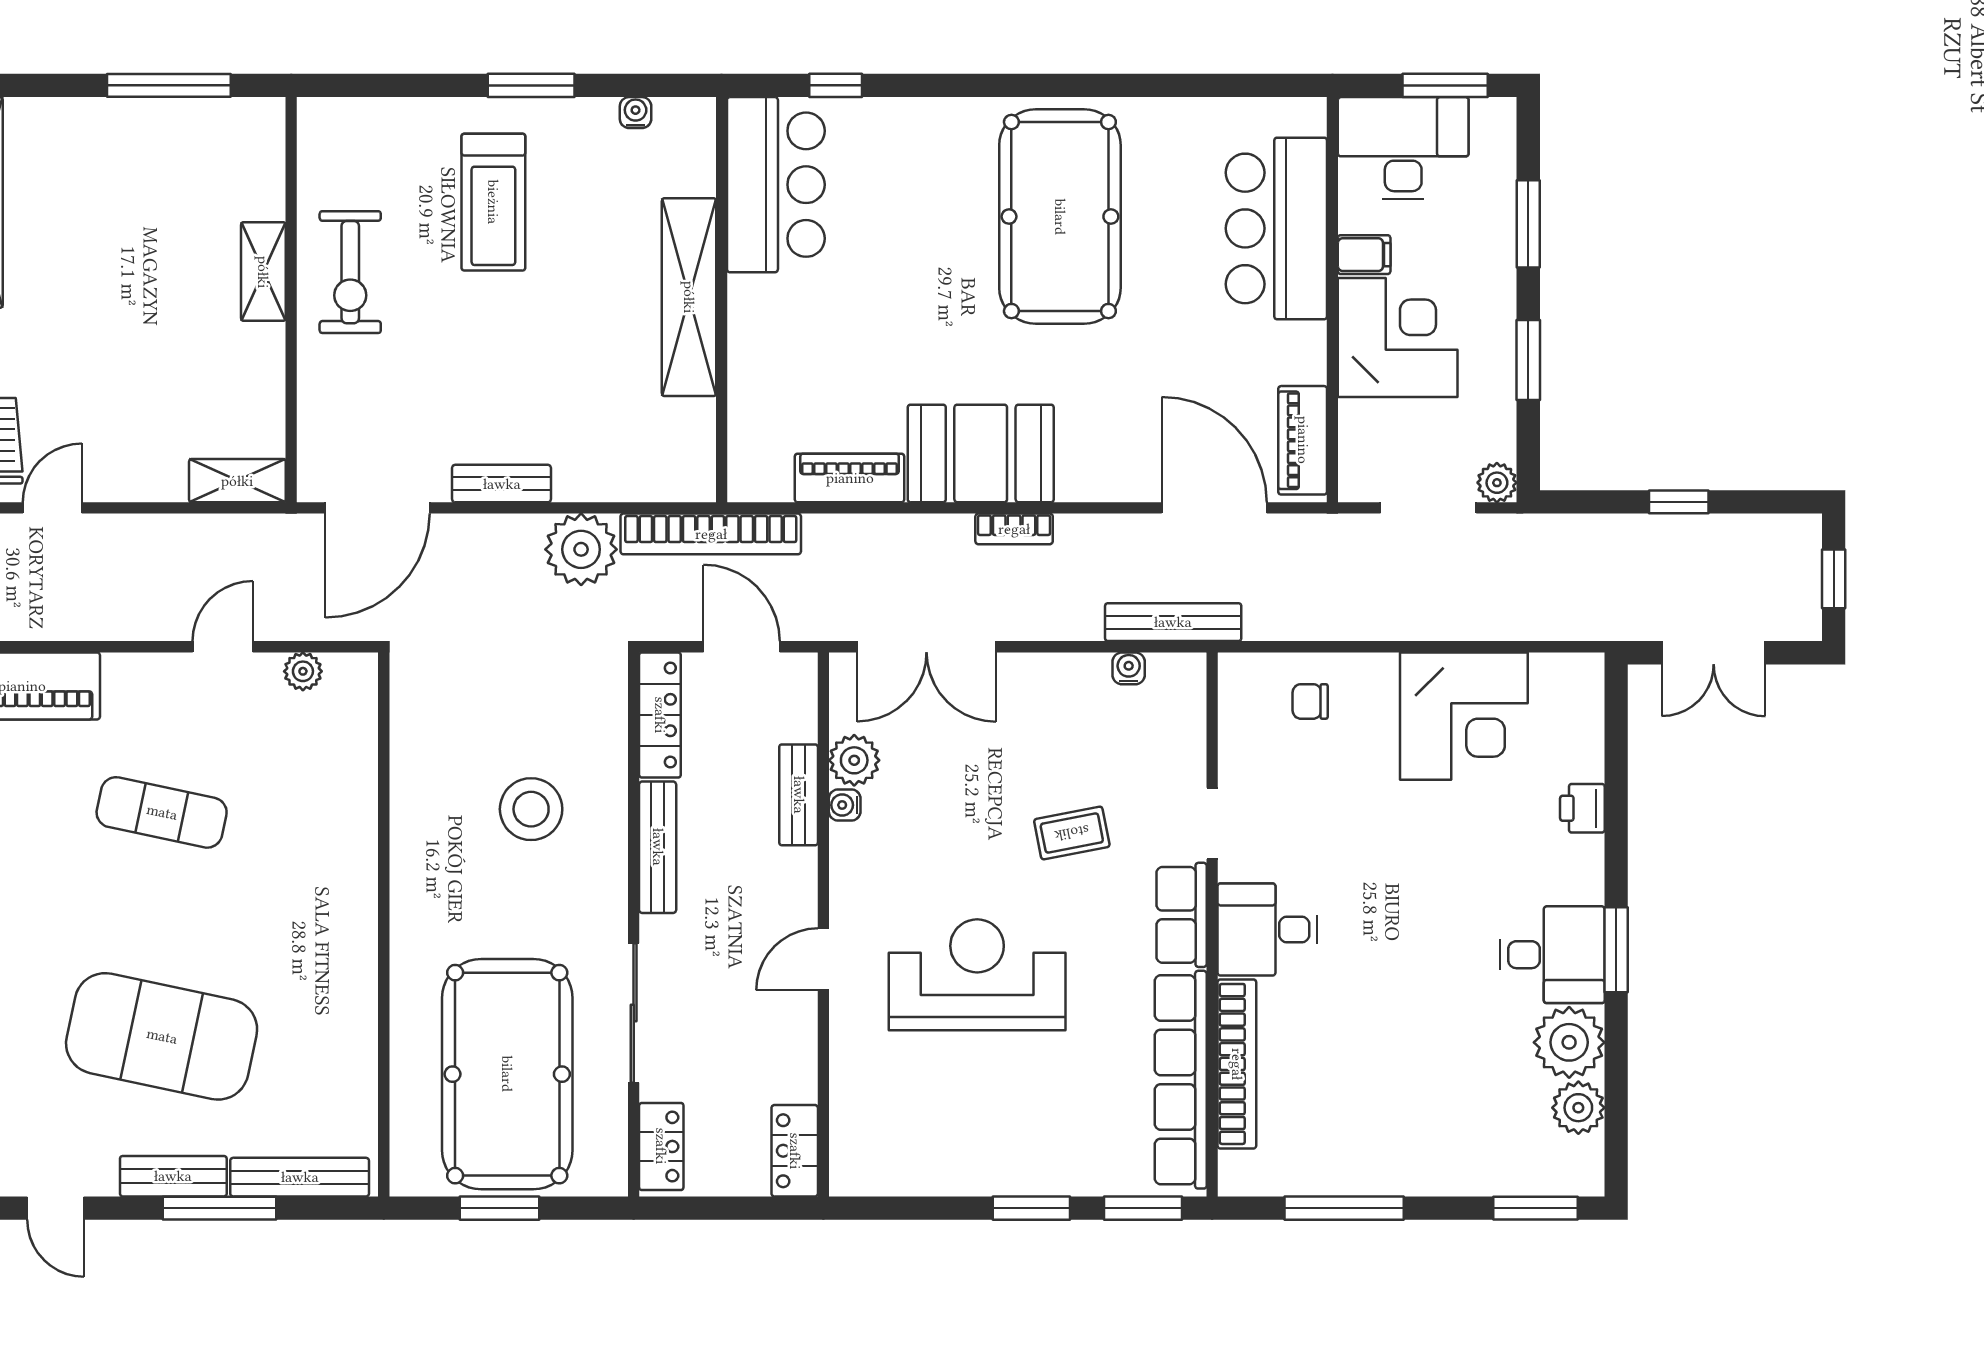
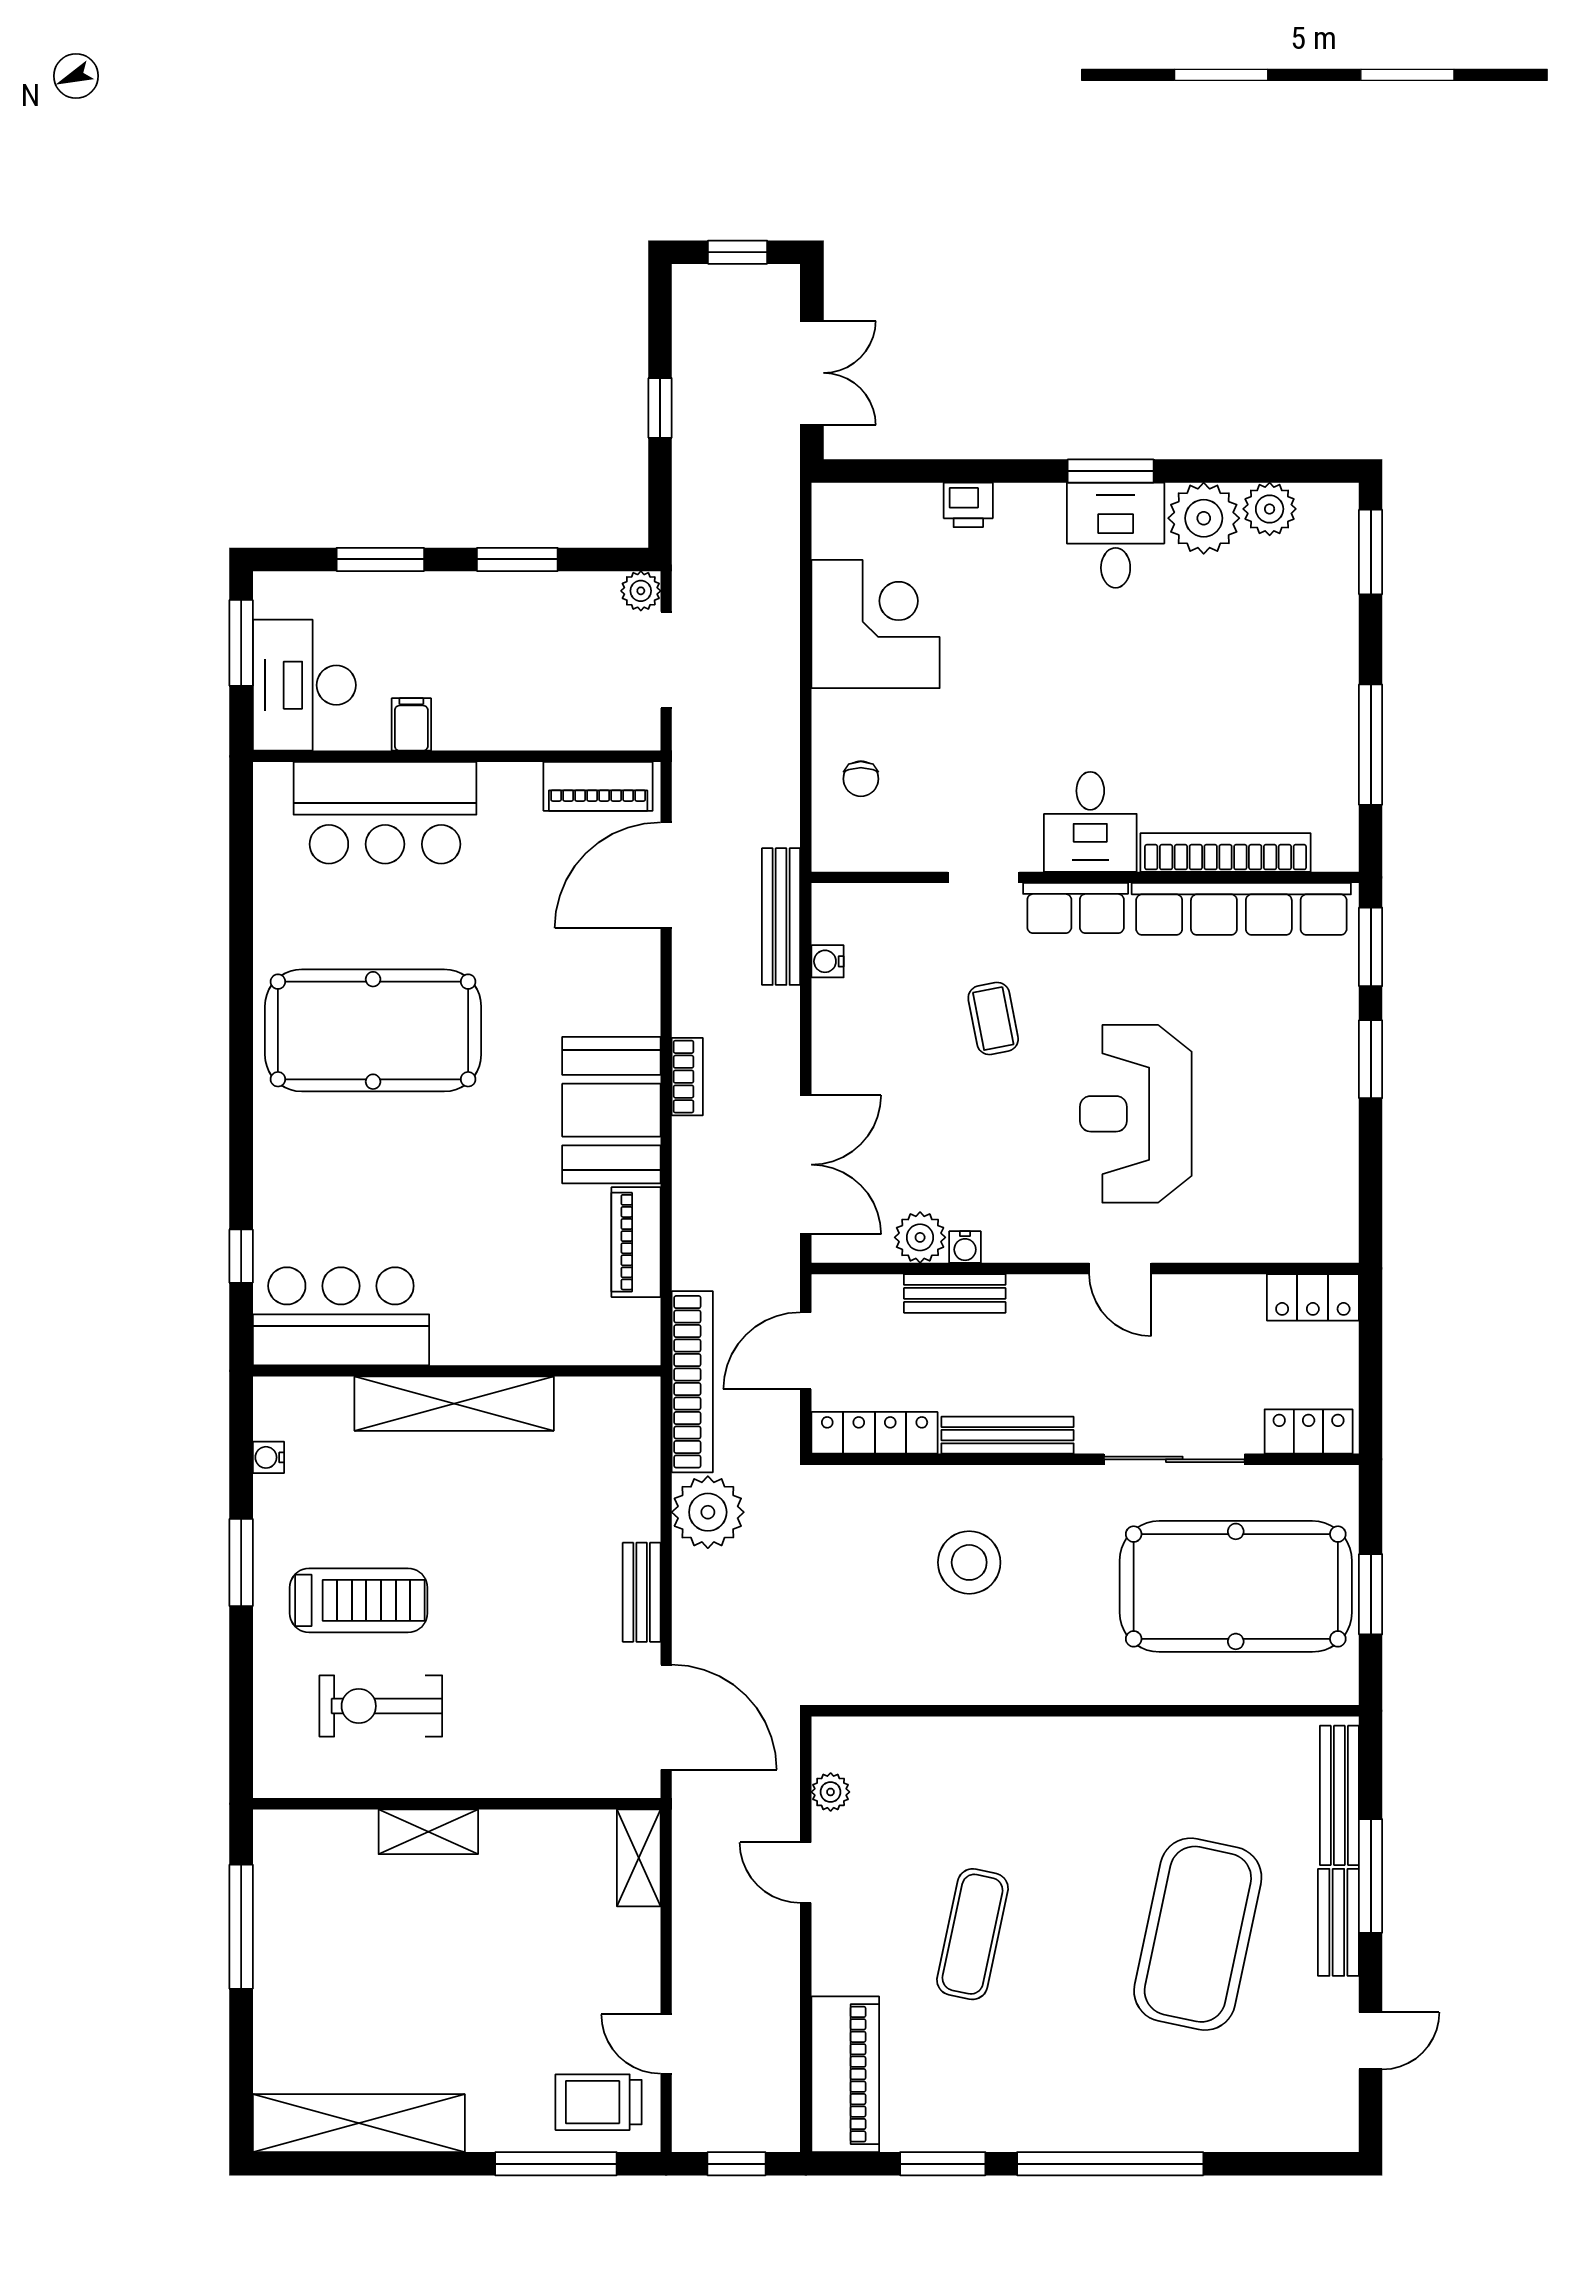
exercise bike: (350, 272) -> (381, 1706), moved, turned 180
corner desk: (1398, 338) -> (495, 691), removed

